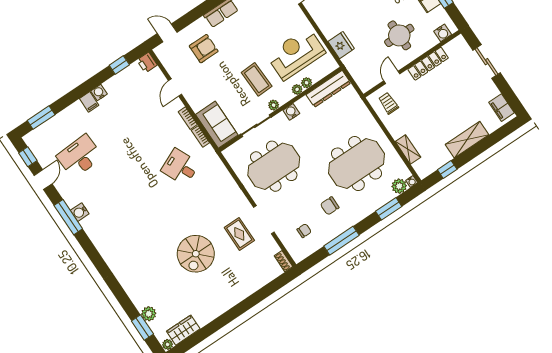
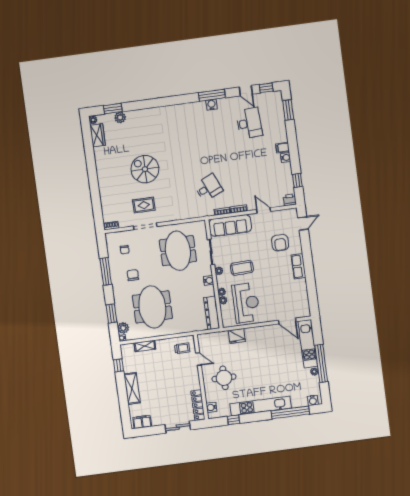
locker: (428, 64) -> (198, 405), moved
sofa: (217, 125) -> (230, 225), width x1.36

